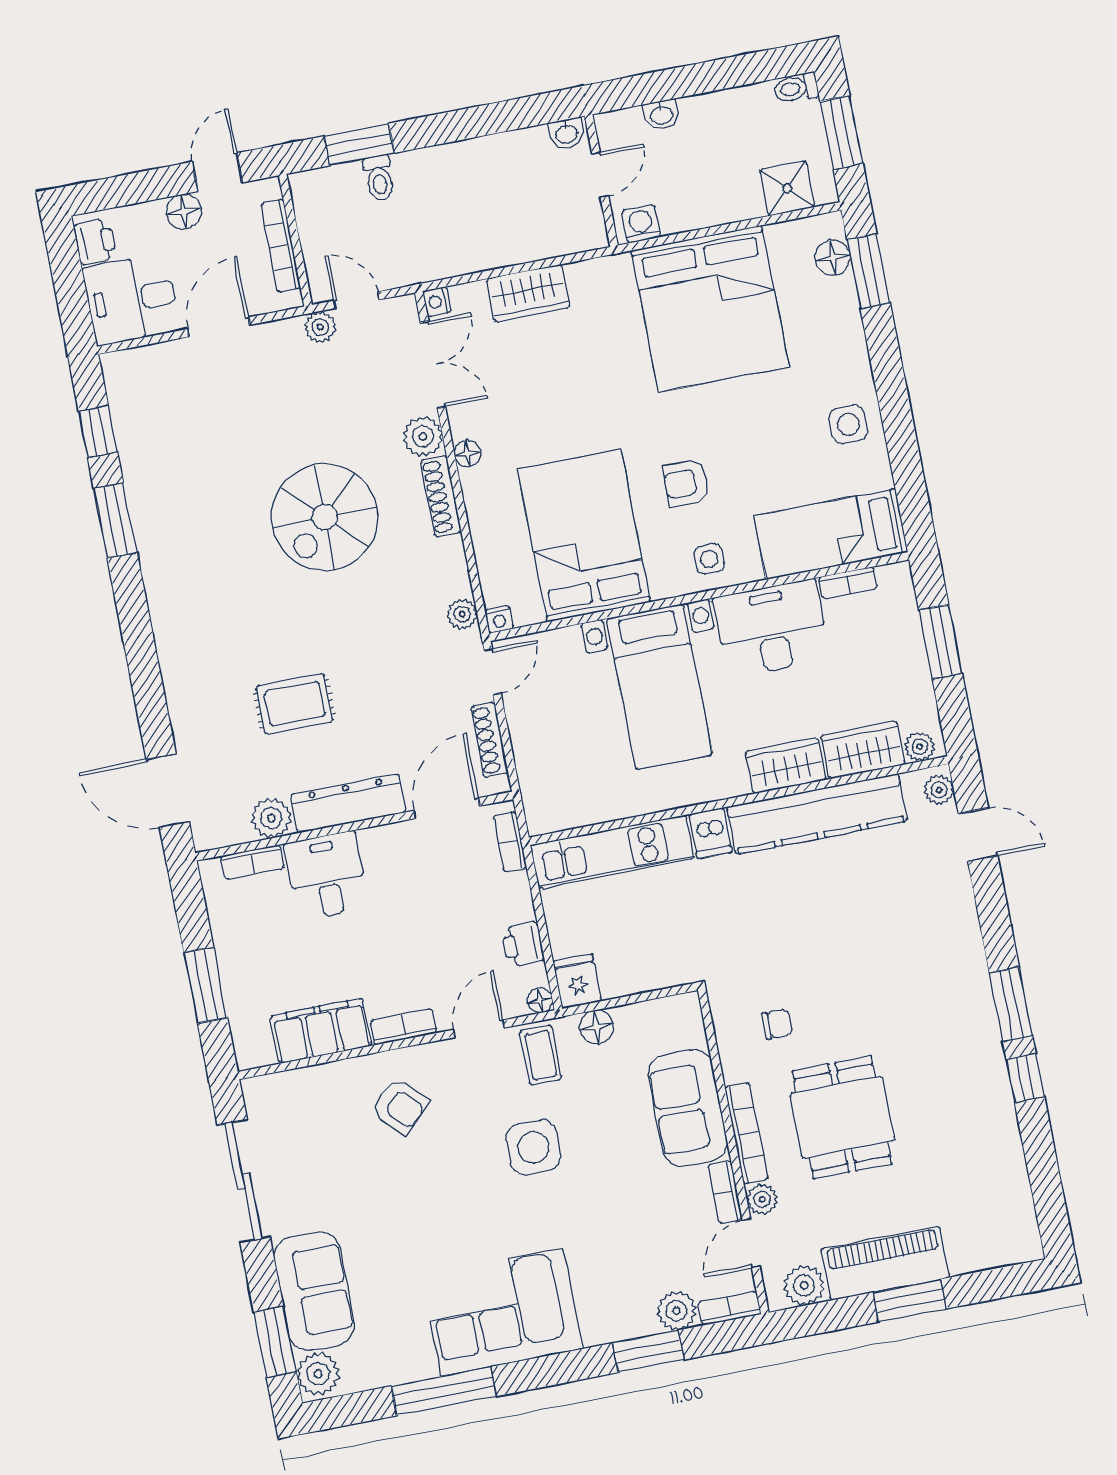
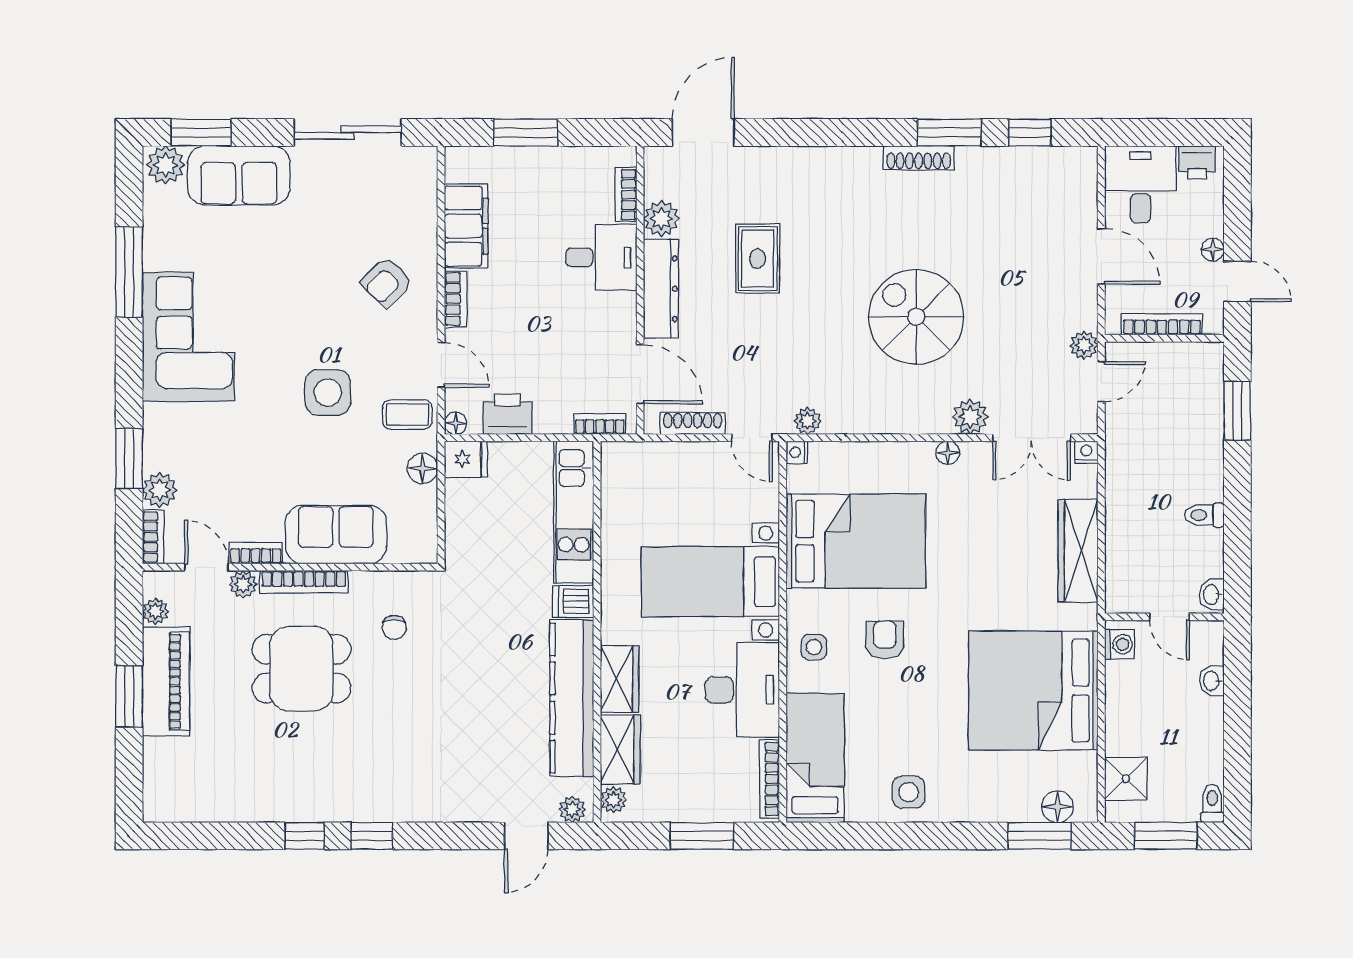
toilet: (379, 178) -> (1204, 515), moved
floor lamp: (184, 212) -> (1213, 250), width x0.73, depth x0.73
wardrobe: (528, 293) -> (1078, 551), width x1.50
shoe rack: (441, 496) -> (919, 158), moved, turned 180
bookcase: (848, 583) -> (769, 779), width x1.56
printer: (523, 944) -> (508, 414), width x1.36, depth x1.24
window: (1011, 1004) -> (372, 836), width x0.67
plant: (804, 1285) -> (156, 611), width x0.73, depth x0.73

